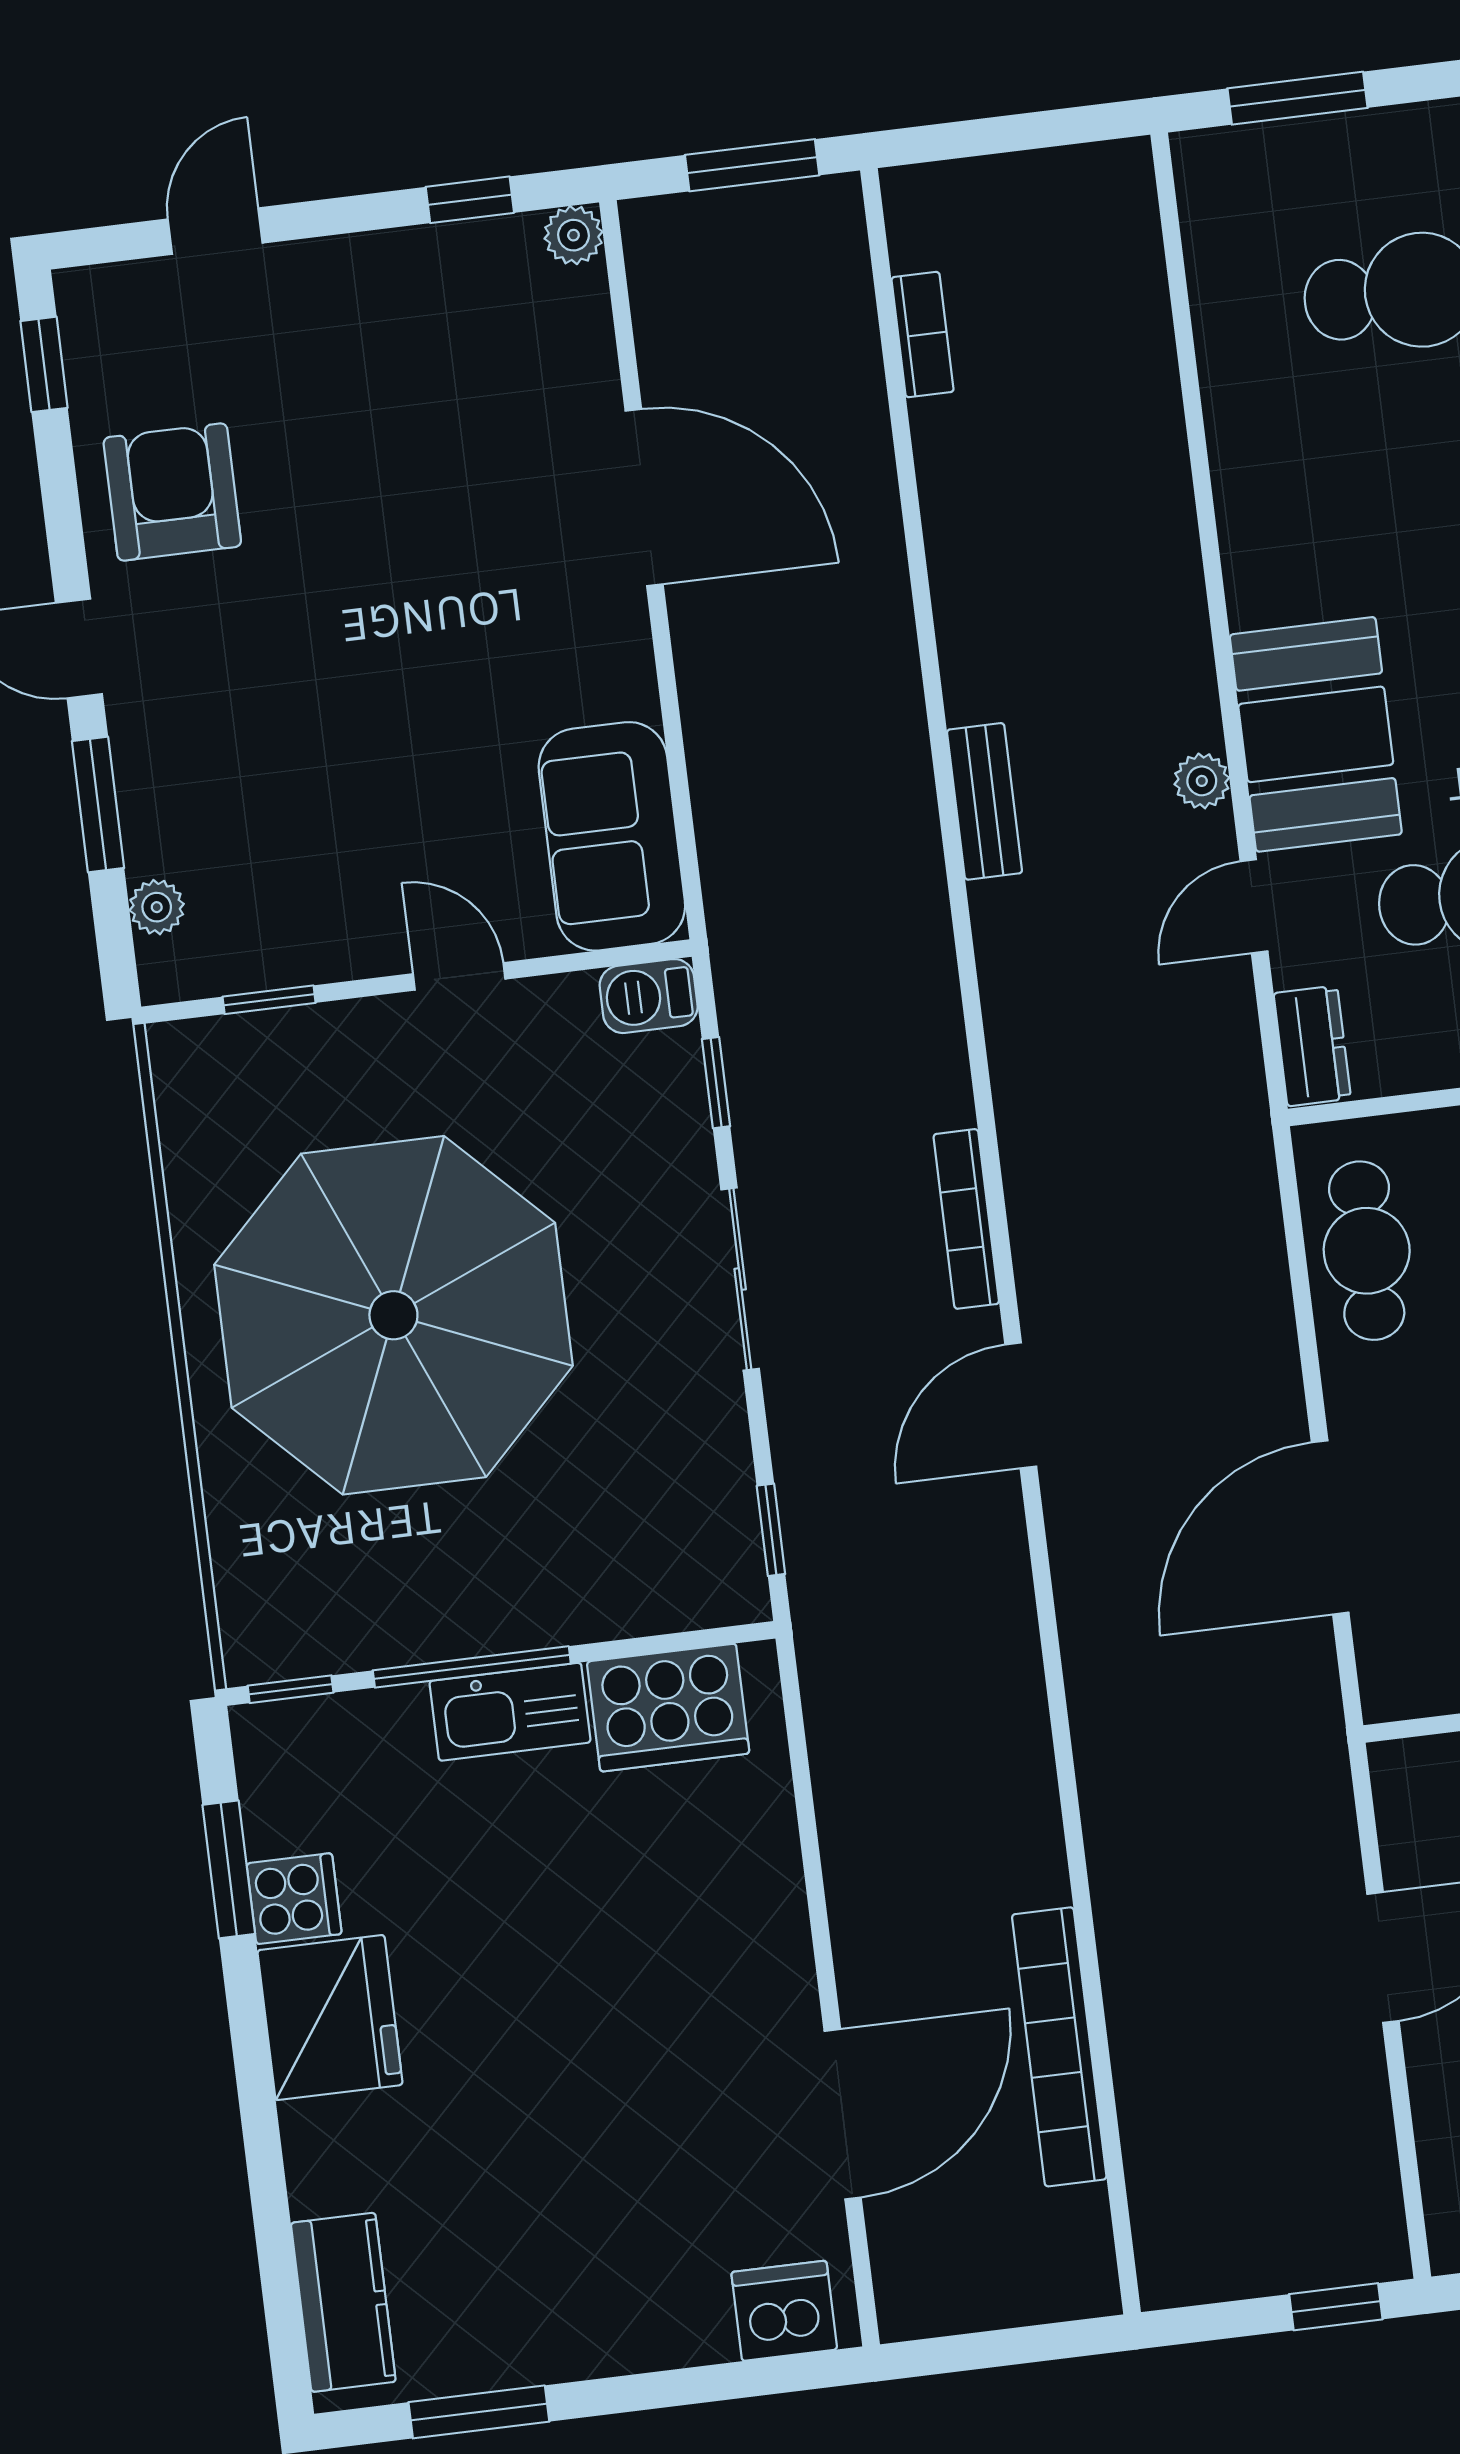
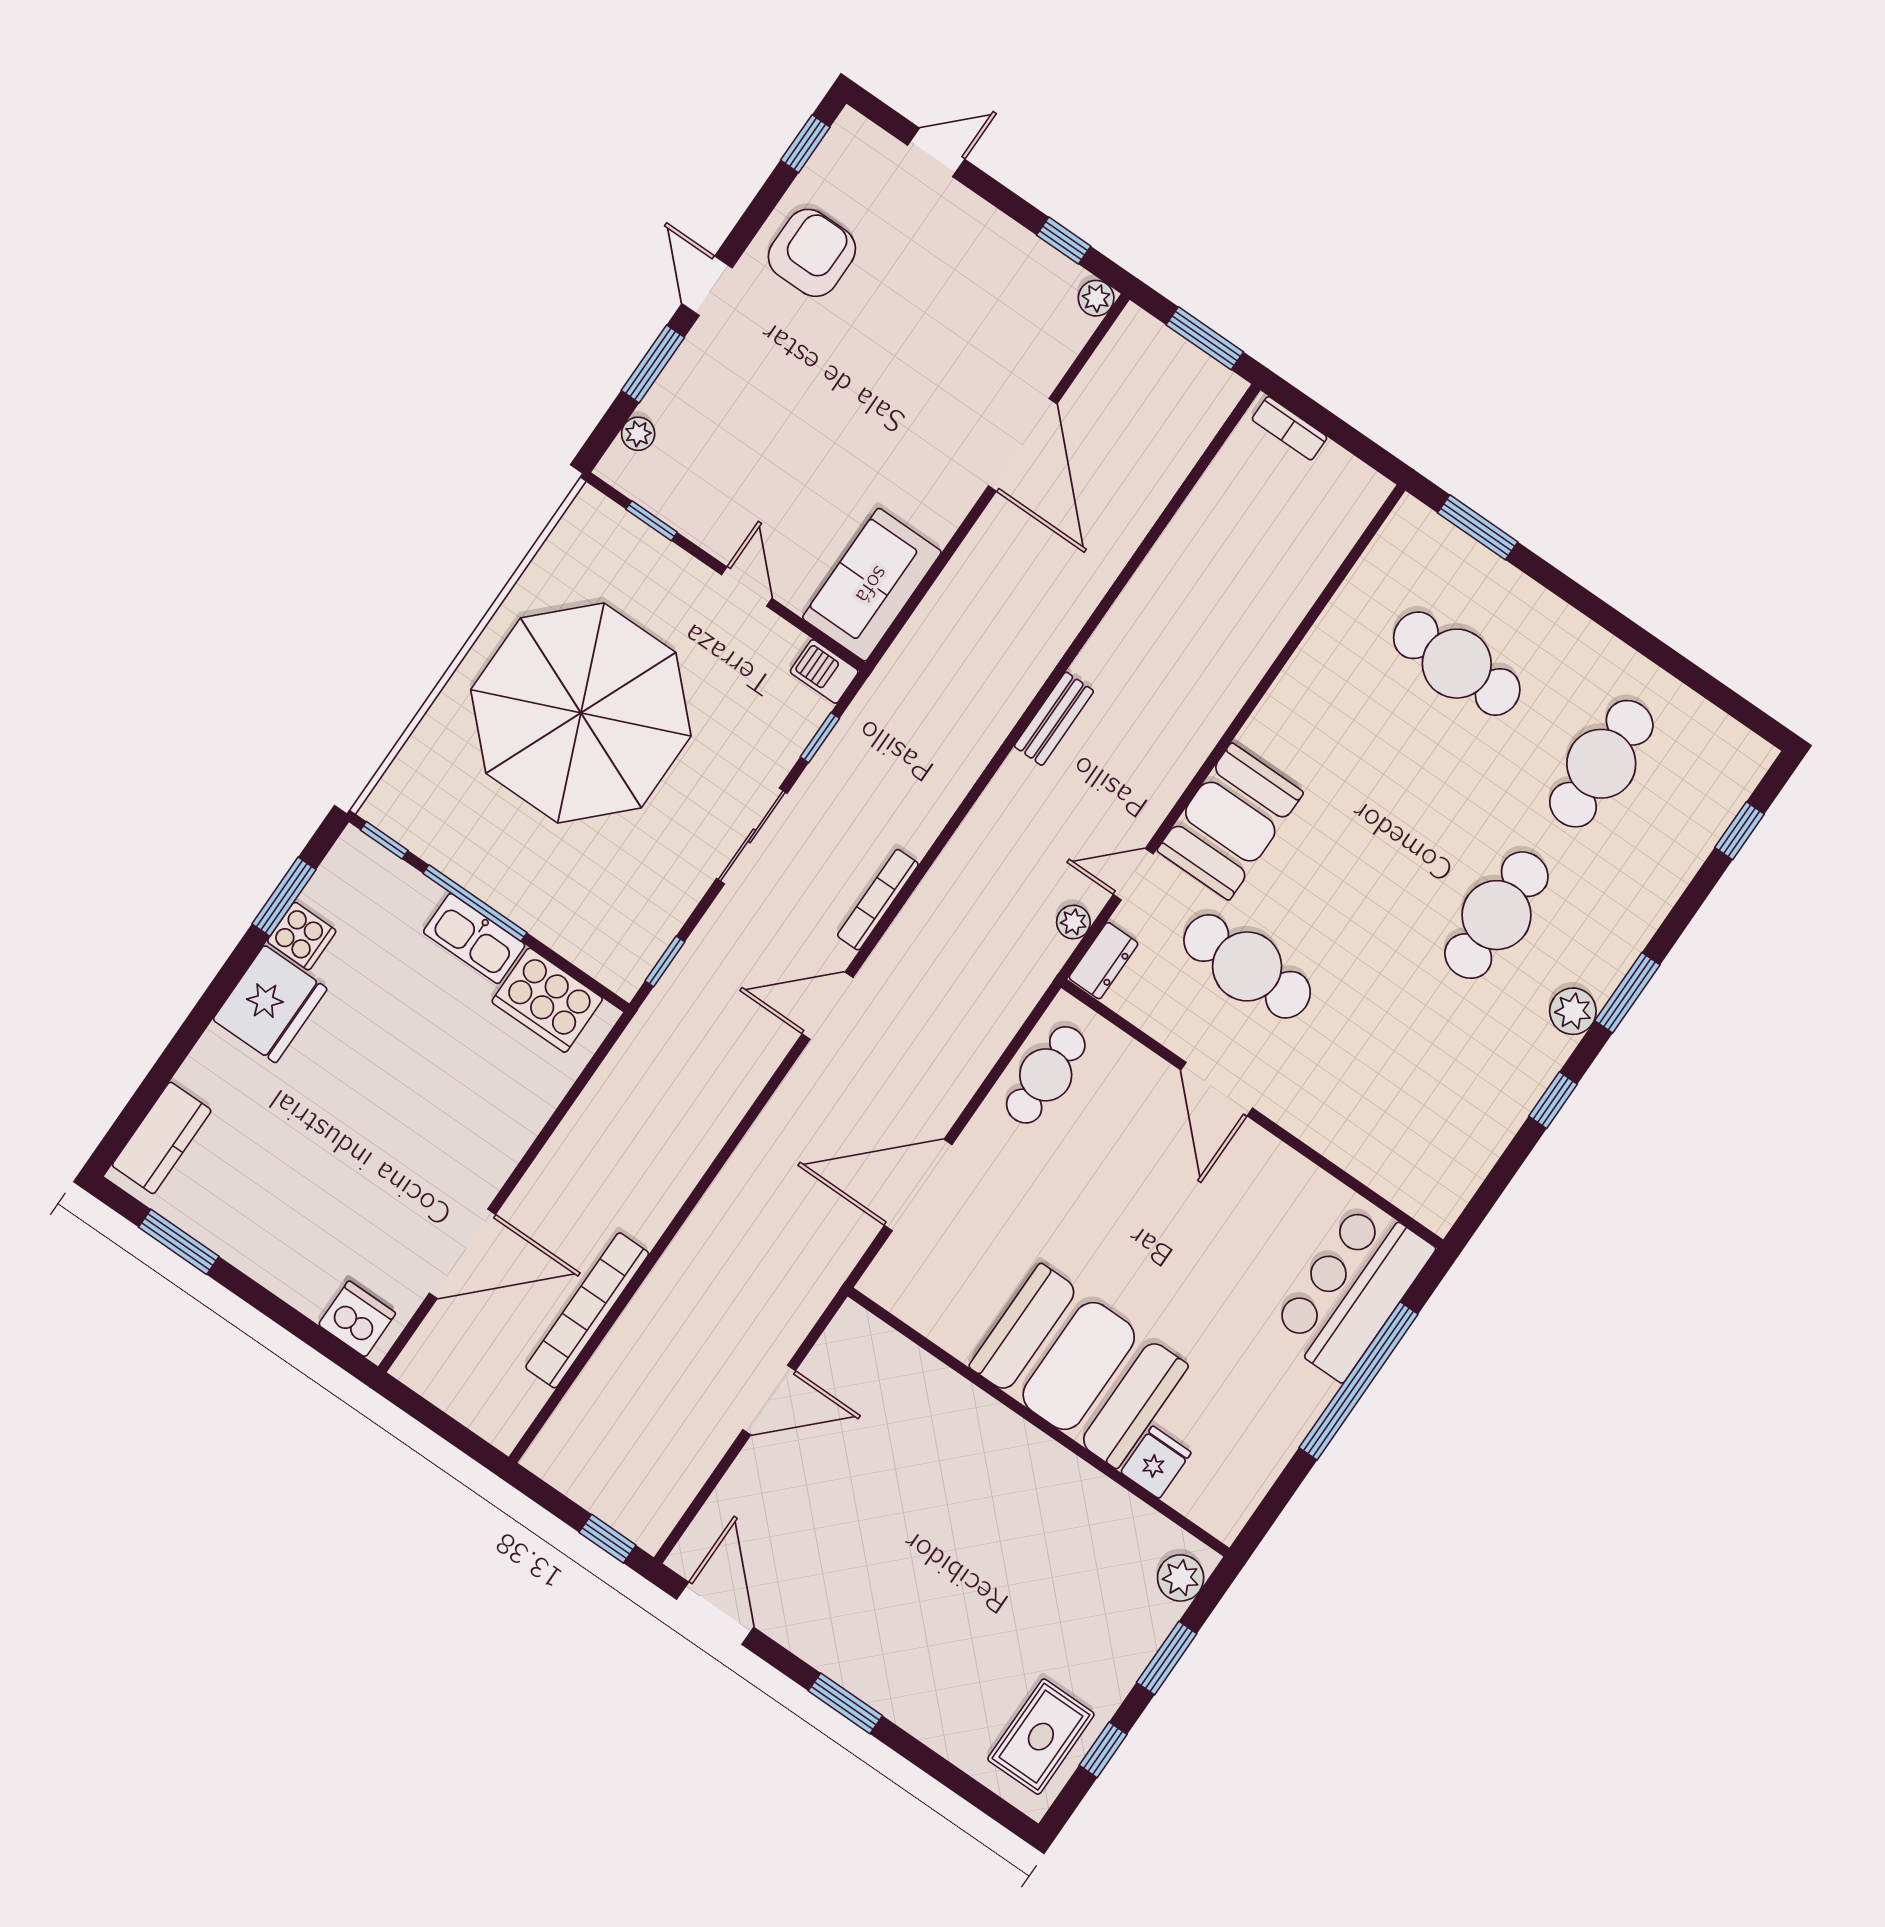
bookcase: (923, 335) -> (1289, 428), moved, turned 90
plant: (1202, 781) -> (1073, 922), moved

